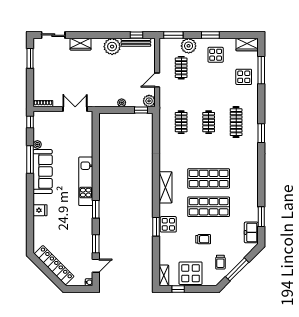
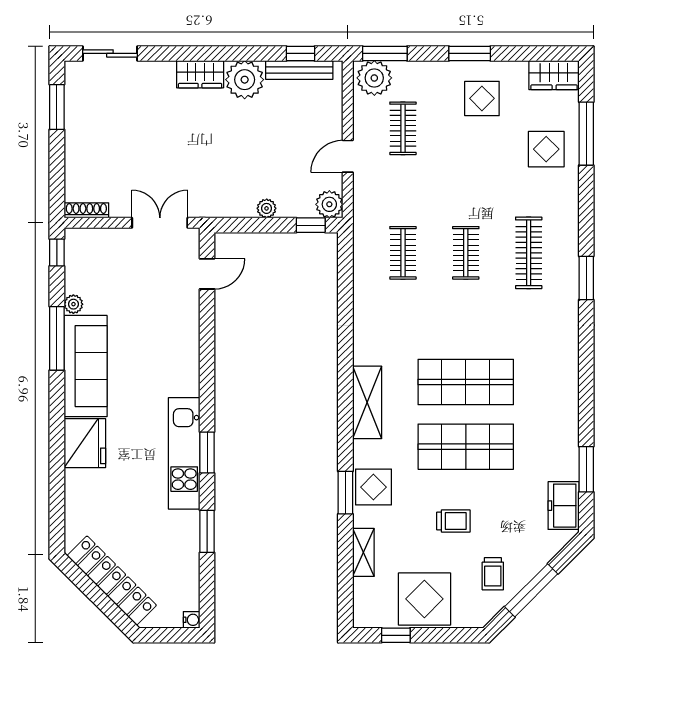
wardrobe: (81, 44) -> (200, 74), moved
plant: (189, 46) -> (374, 78), moved
kitchen unit: (86, 181) -> (184, 453), moved
fridge: (40, 210) -> (85, 443), width x1.88, depth x1.34
door: (96, 266) -> (207, 274), moved
shelving: (164, 275) -> (363, 552), moved

